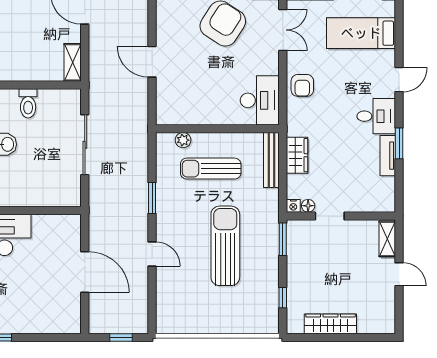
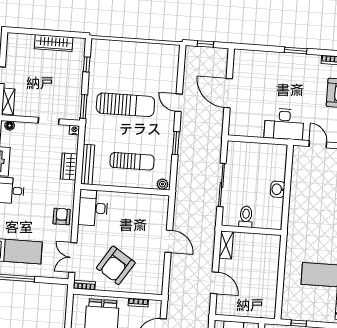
toilet: (28, 103) -> (246, 217), moved
plant: (183, 140) -> (162, 184), moved
floor lamp: (308, 206) -> (10, 126), moved
sun lounger: (225, 246) -> (125, 105), turned -90

